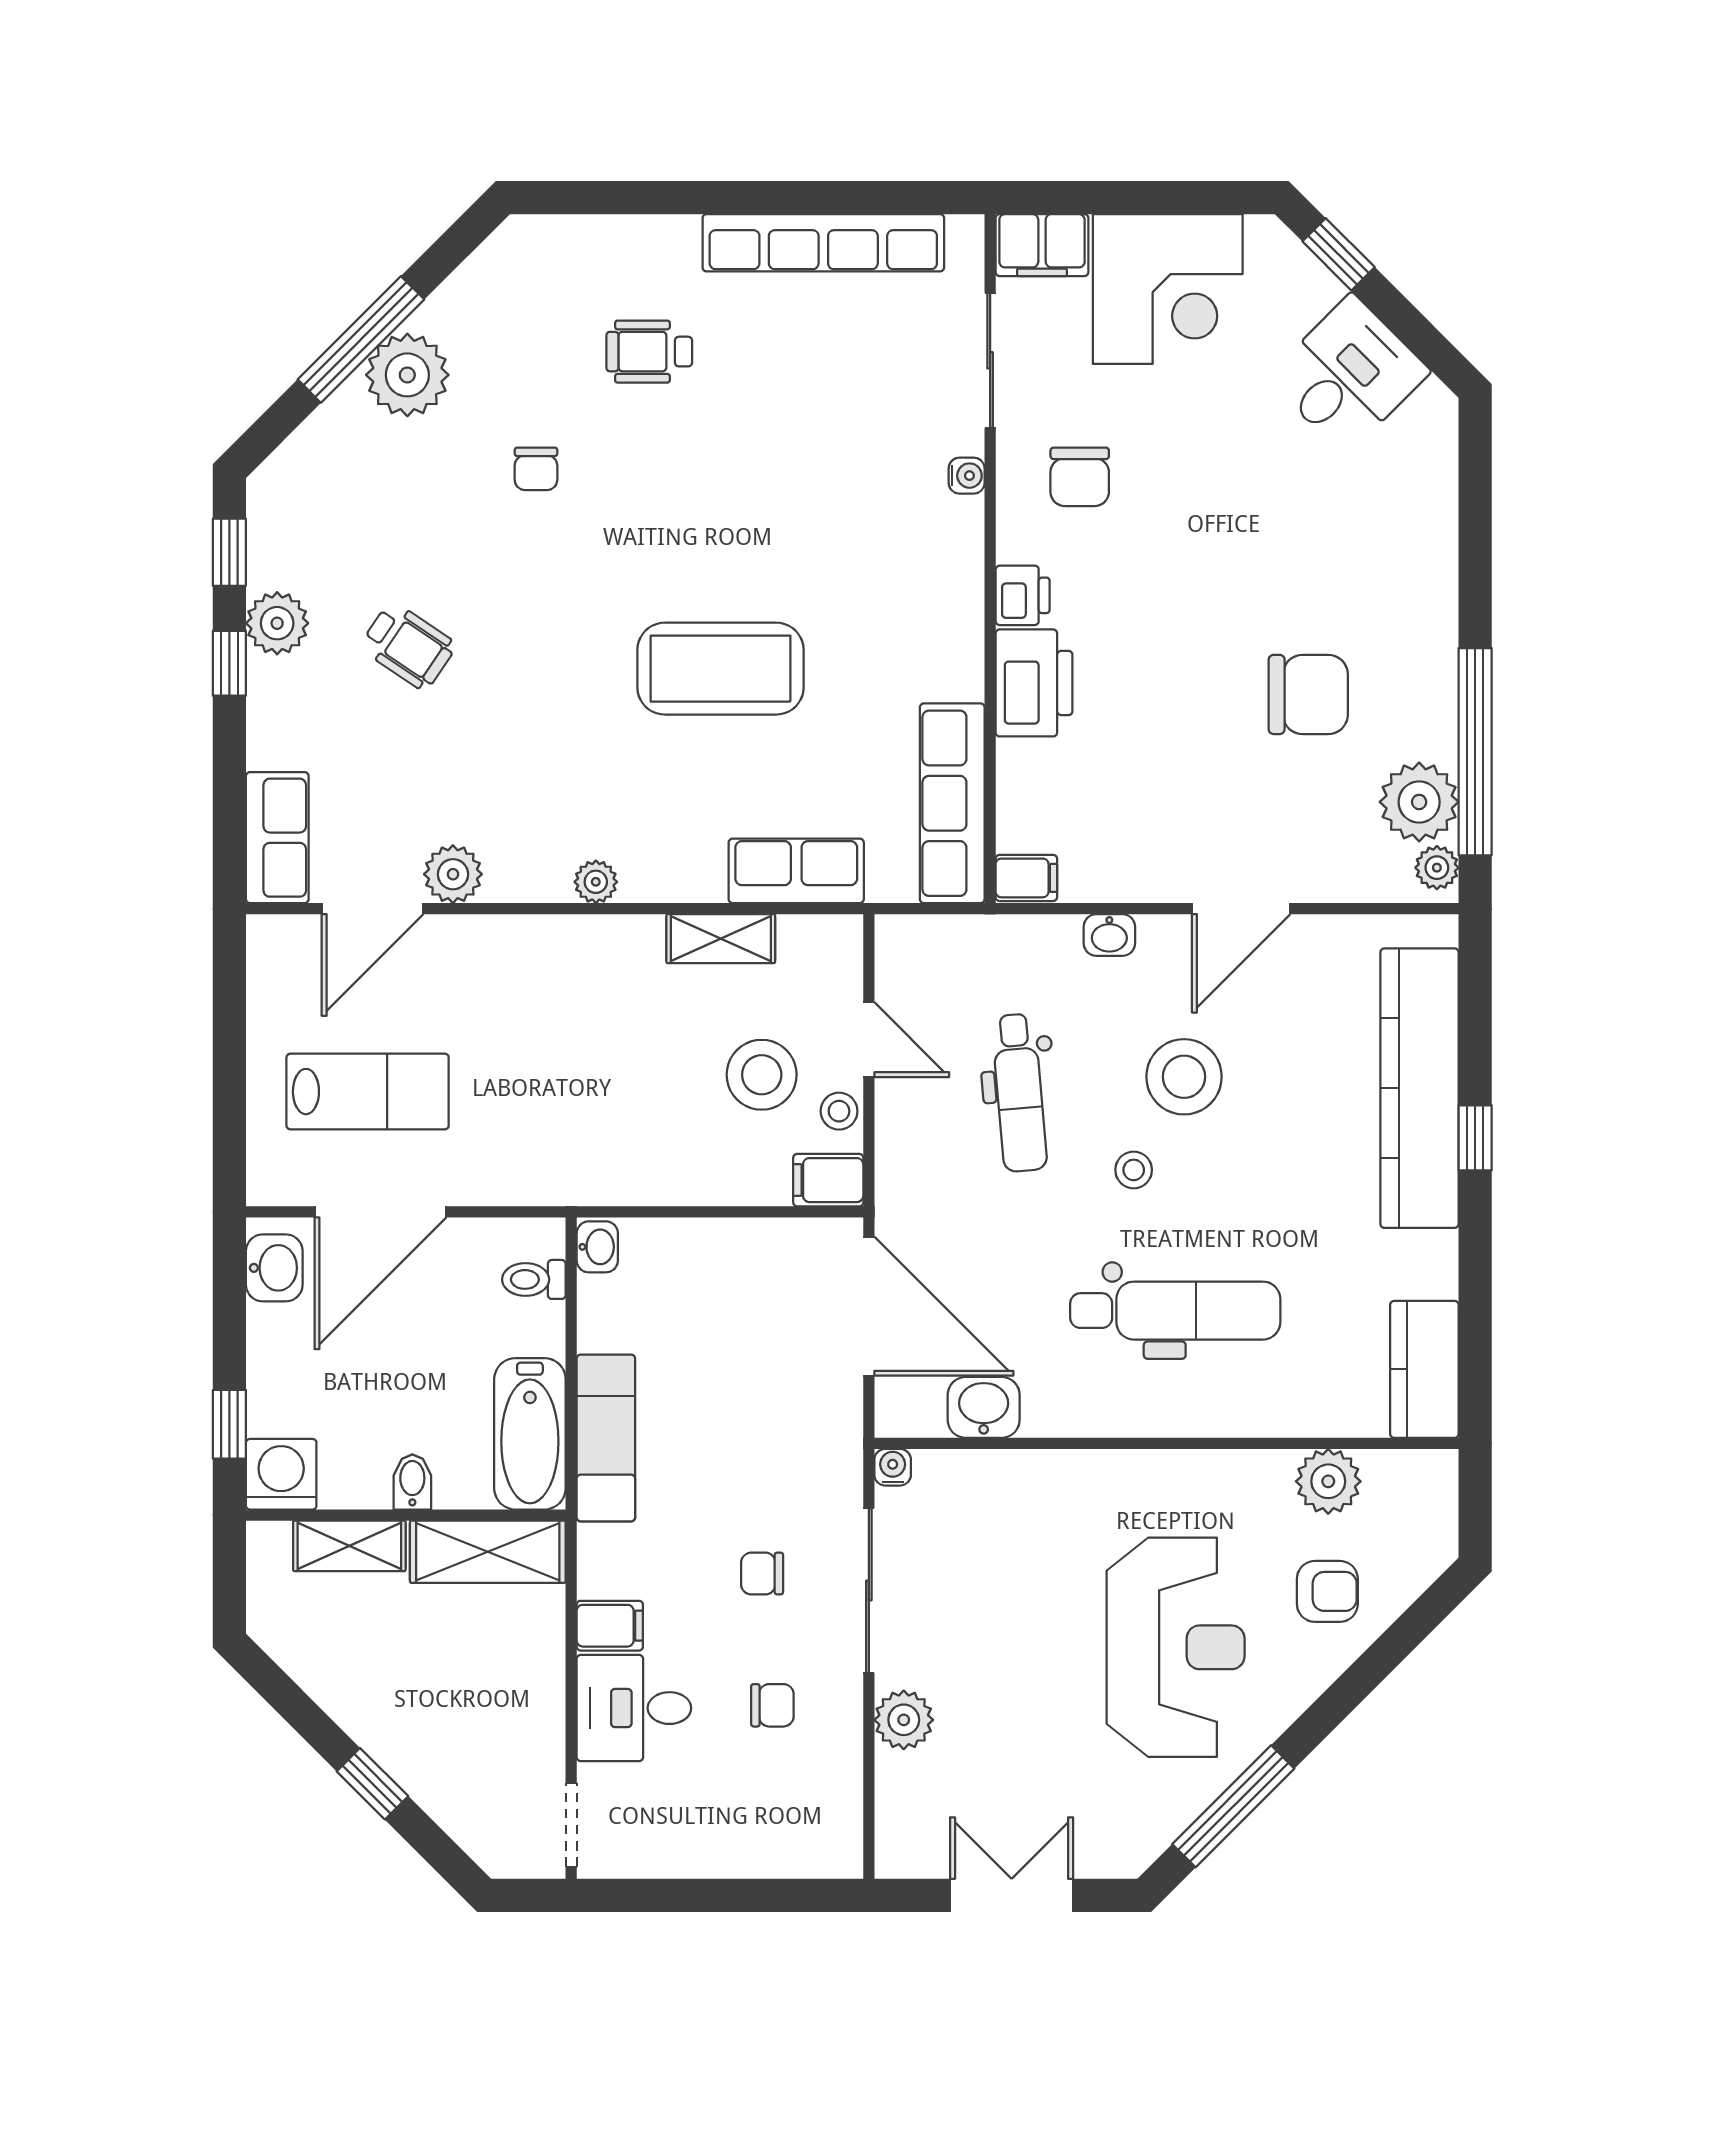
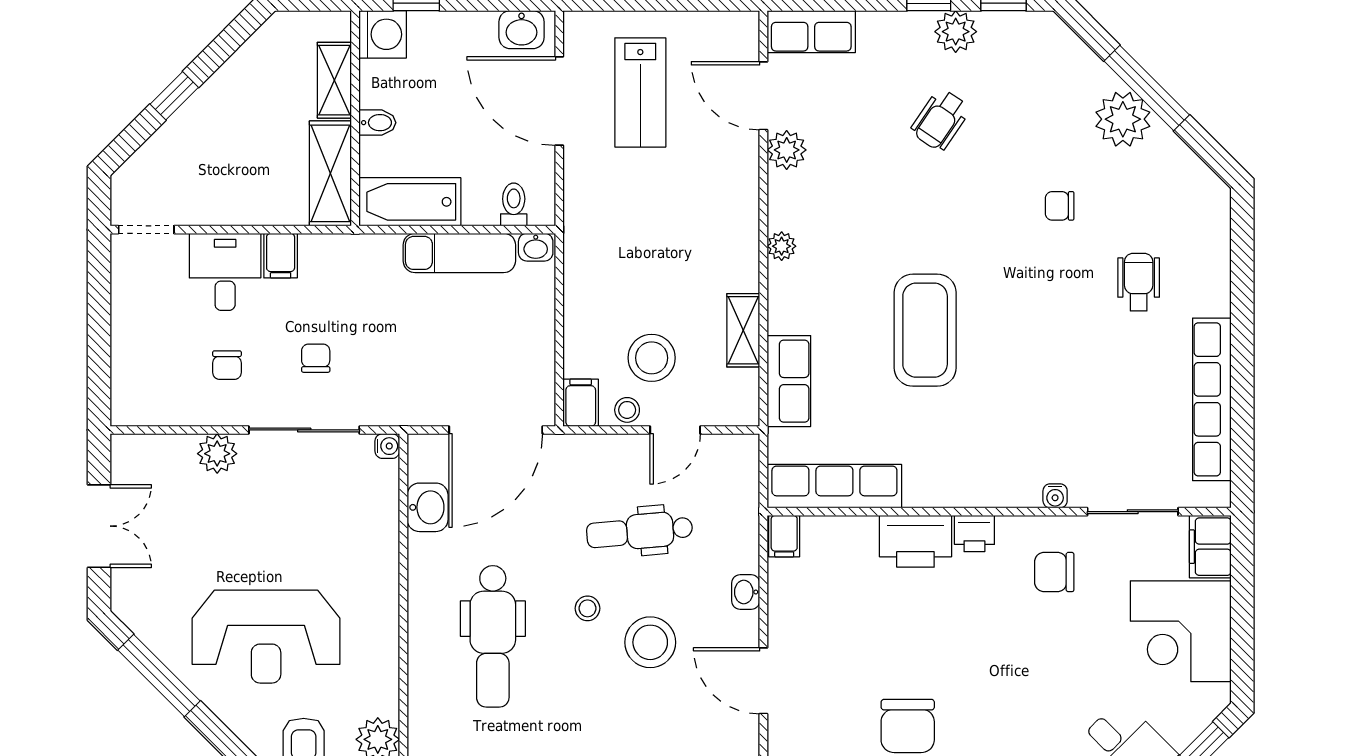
exam couch: (606, 1438) -> (459, 253), moved

